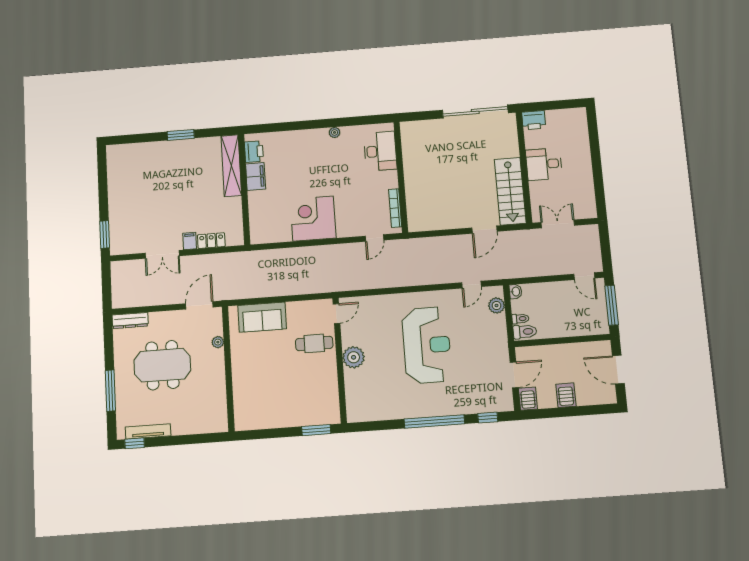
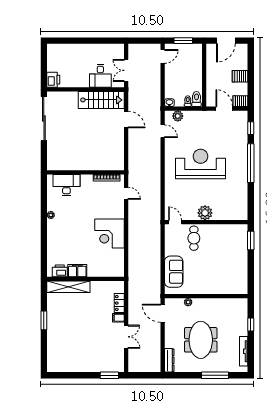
desk: (544, 164) -> (100, 76), moved
window: (612, 305) -> (183, 41), width x0.69
window: (135, 443) -> (251, 324), moved

